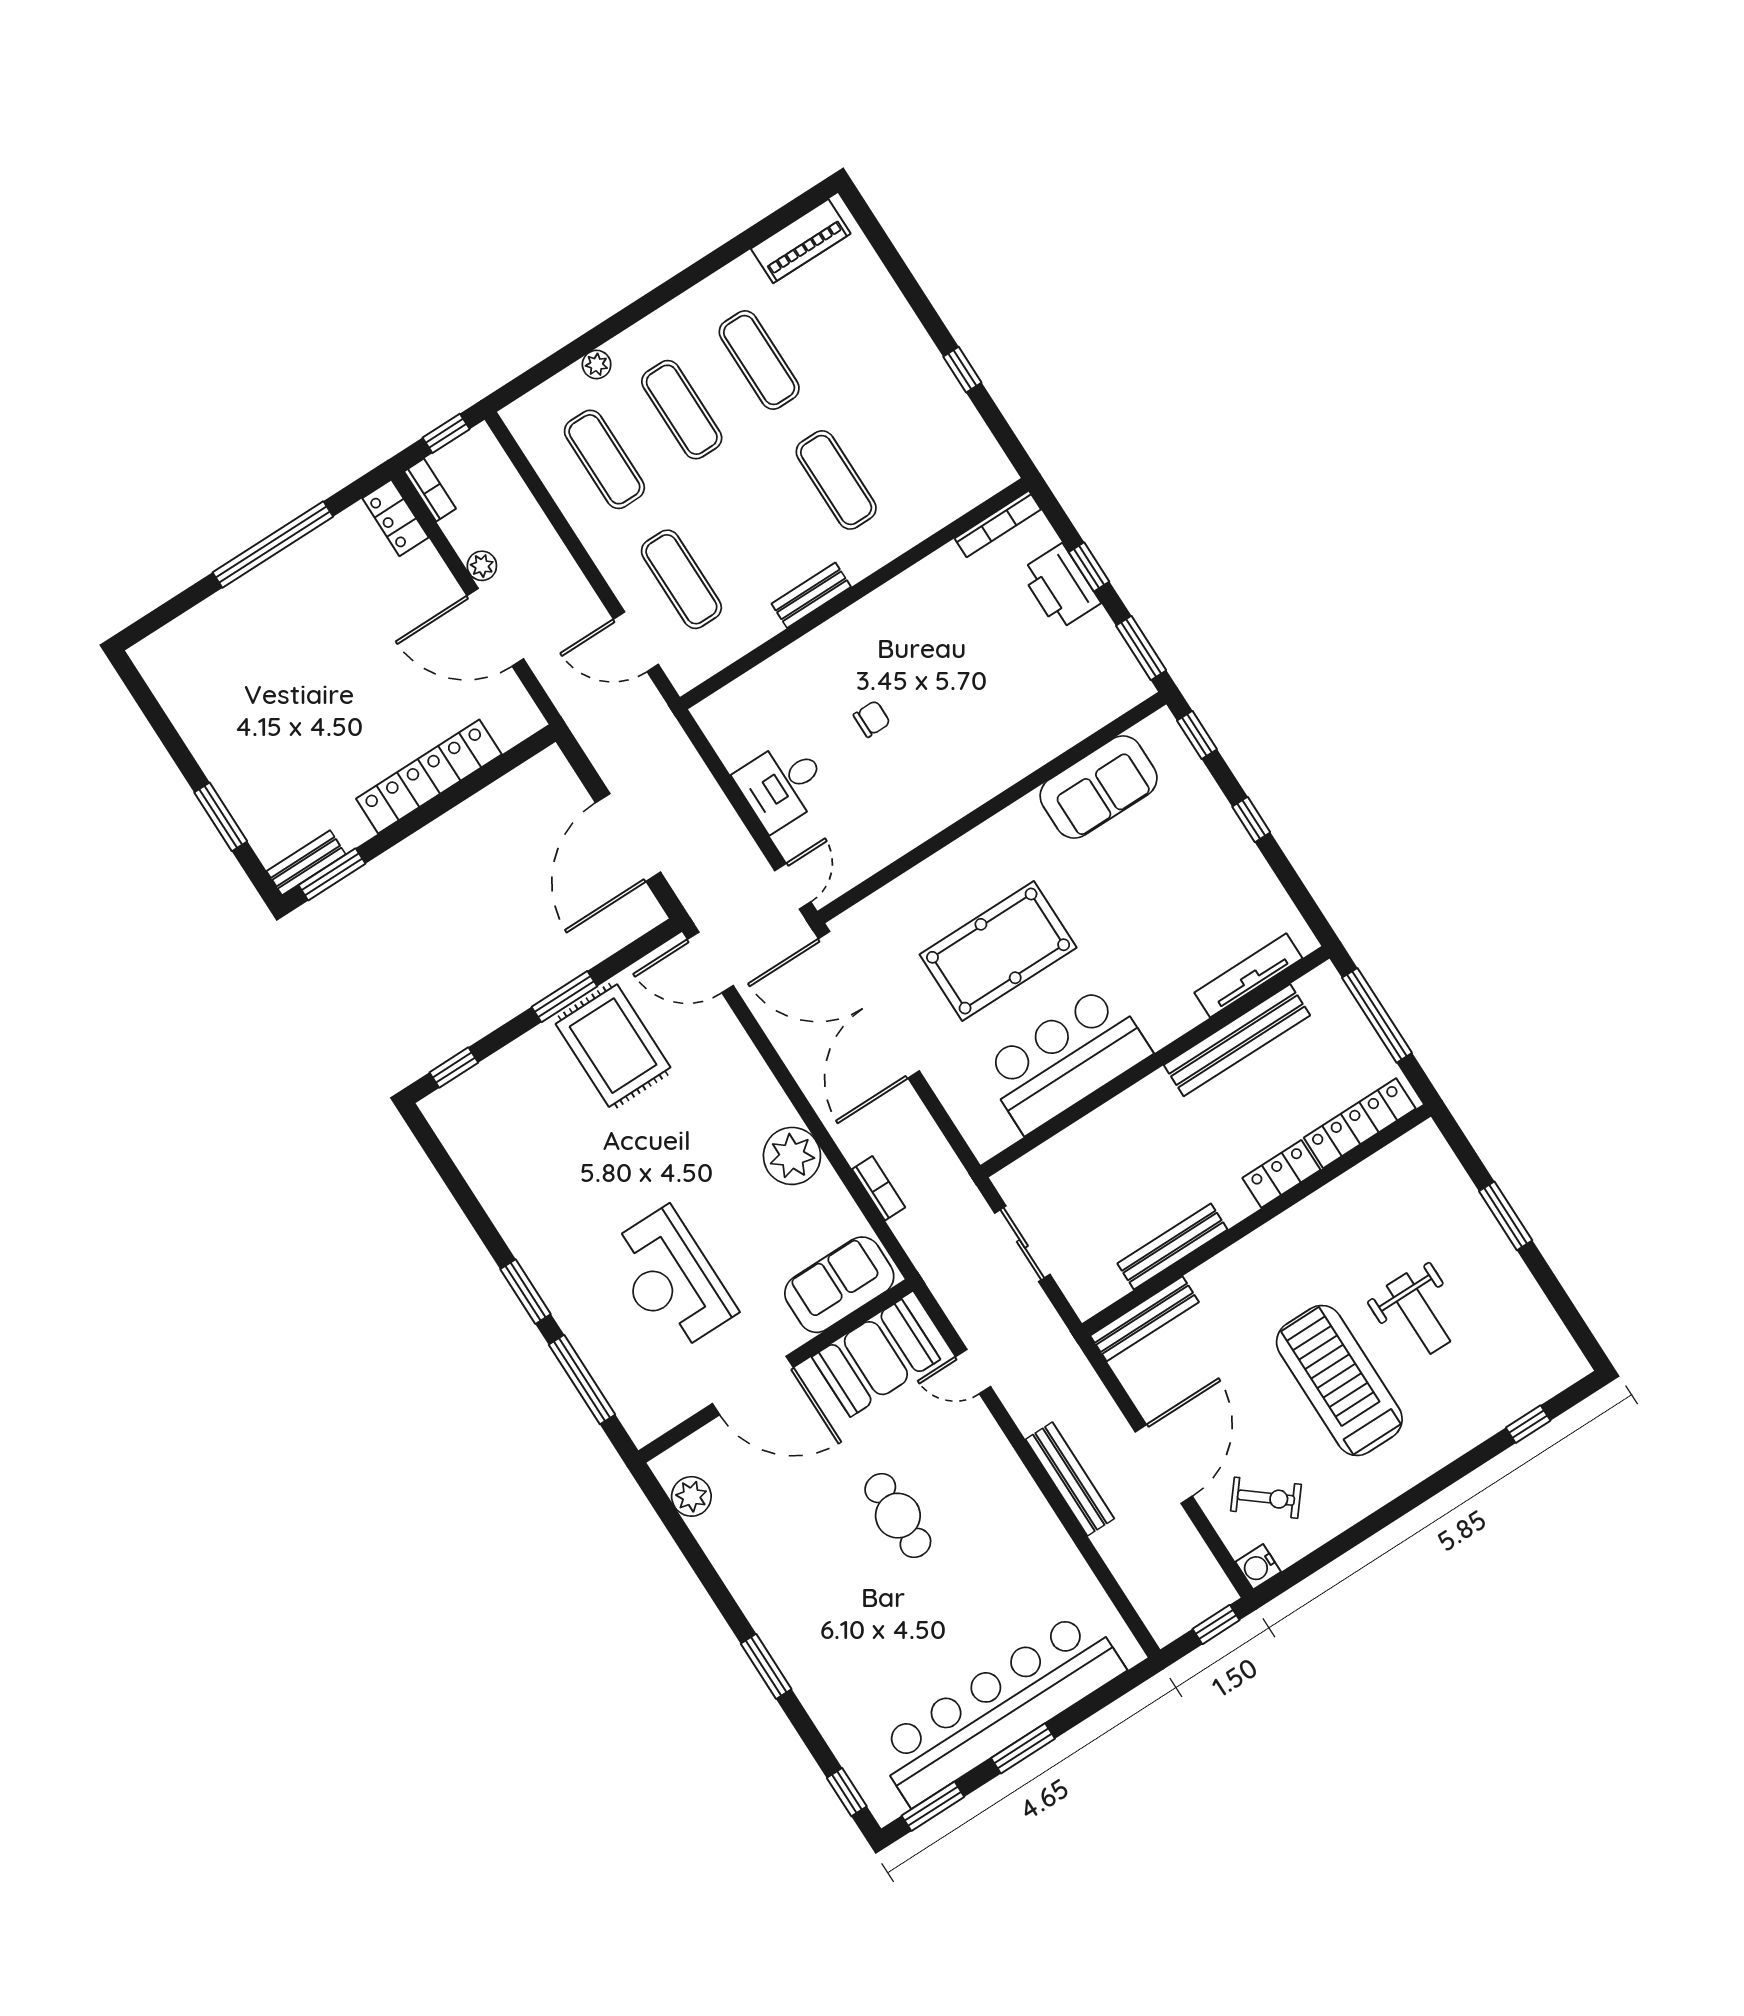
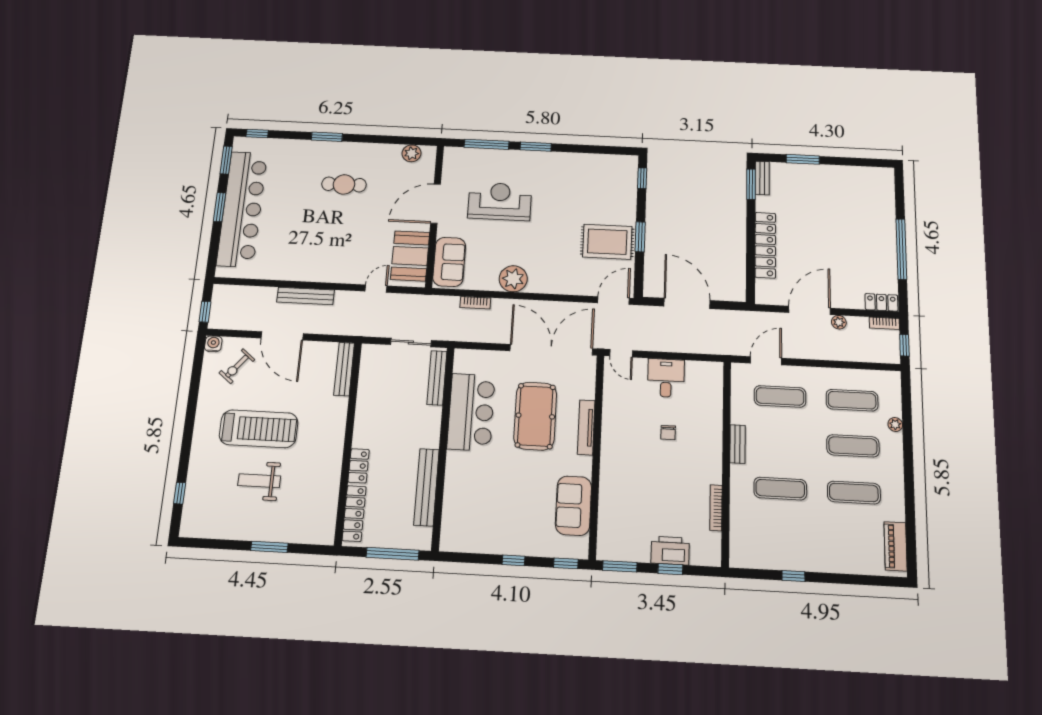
bookcase: (998, 524) -> (716, 508), moved
tv unit: (1248, 975) -> (586, 427), moved, turned 180
bench: (1172, 1247) -> (437, 378), moved
cafe table: (898, 1516) -> (344, 184), moved

